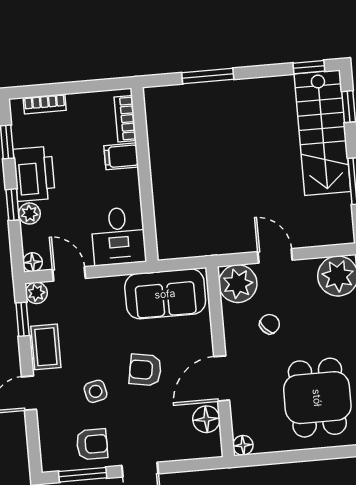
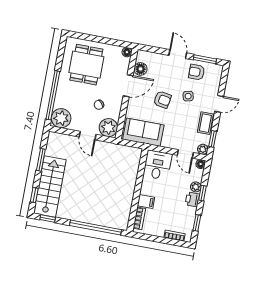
window: (208, 76) -> (96, 228), width x2.11
printer: (34, 174) -> (192, 199), width x0.53, depth x0.68

